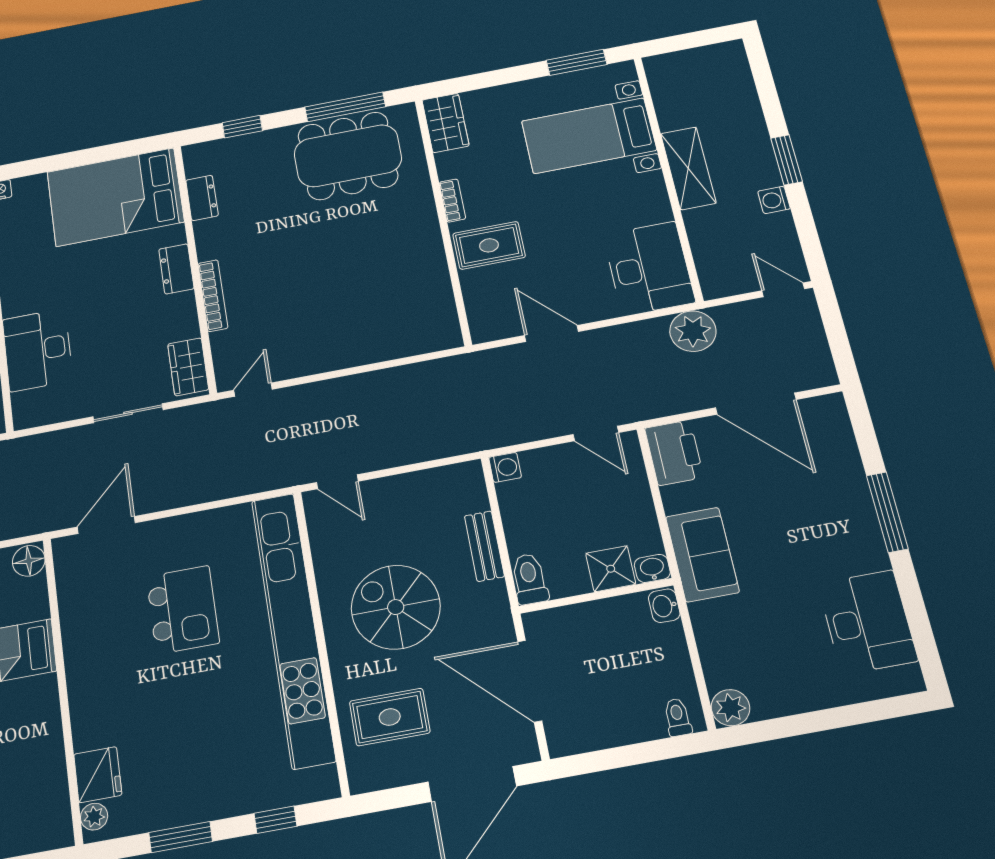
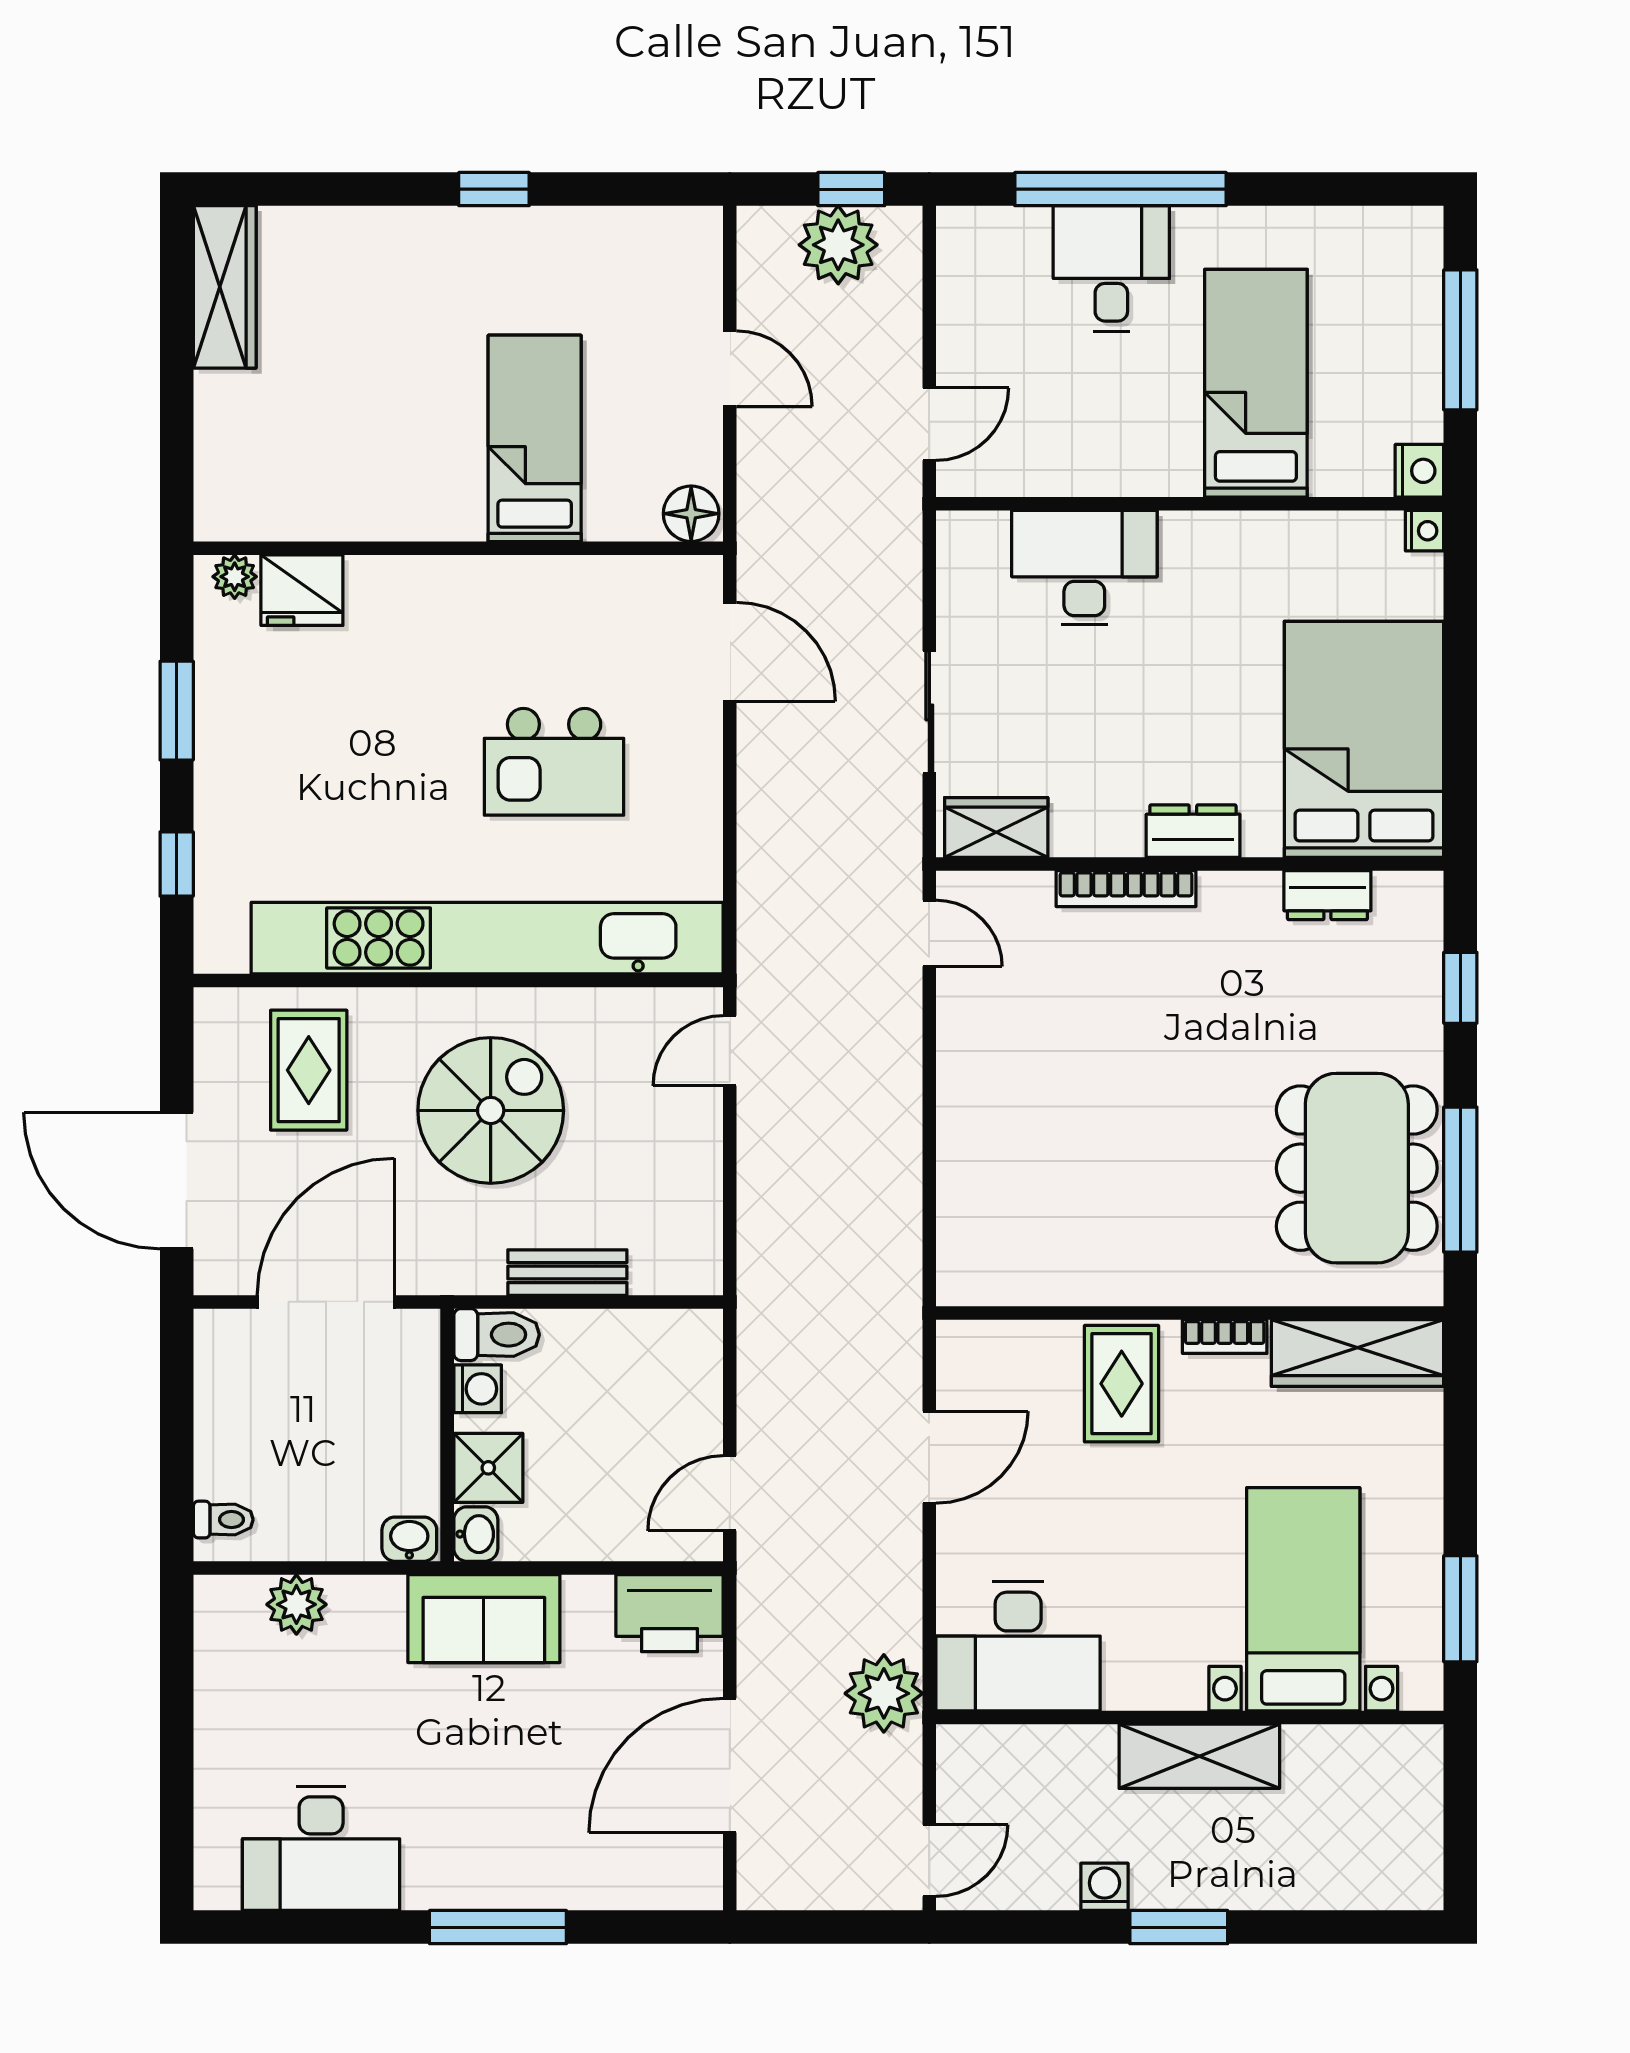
wardrobe: (446, 123) -> (1357, 1353), width x1.50
washing machine: (505, 467) -> (478, 1389), moved, turned -90
plant: (731, 708) -> (296, 1604), moved

